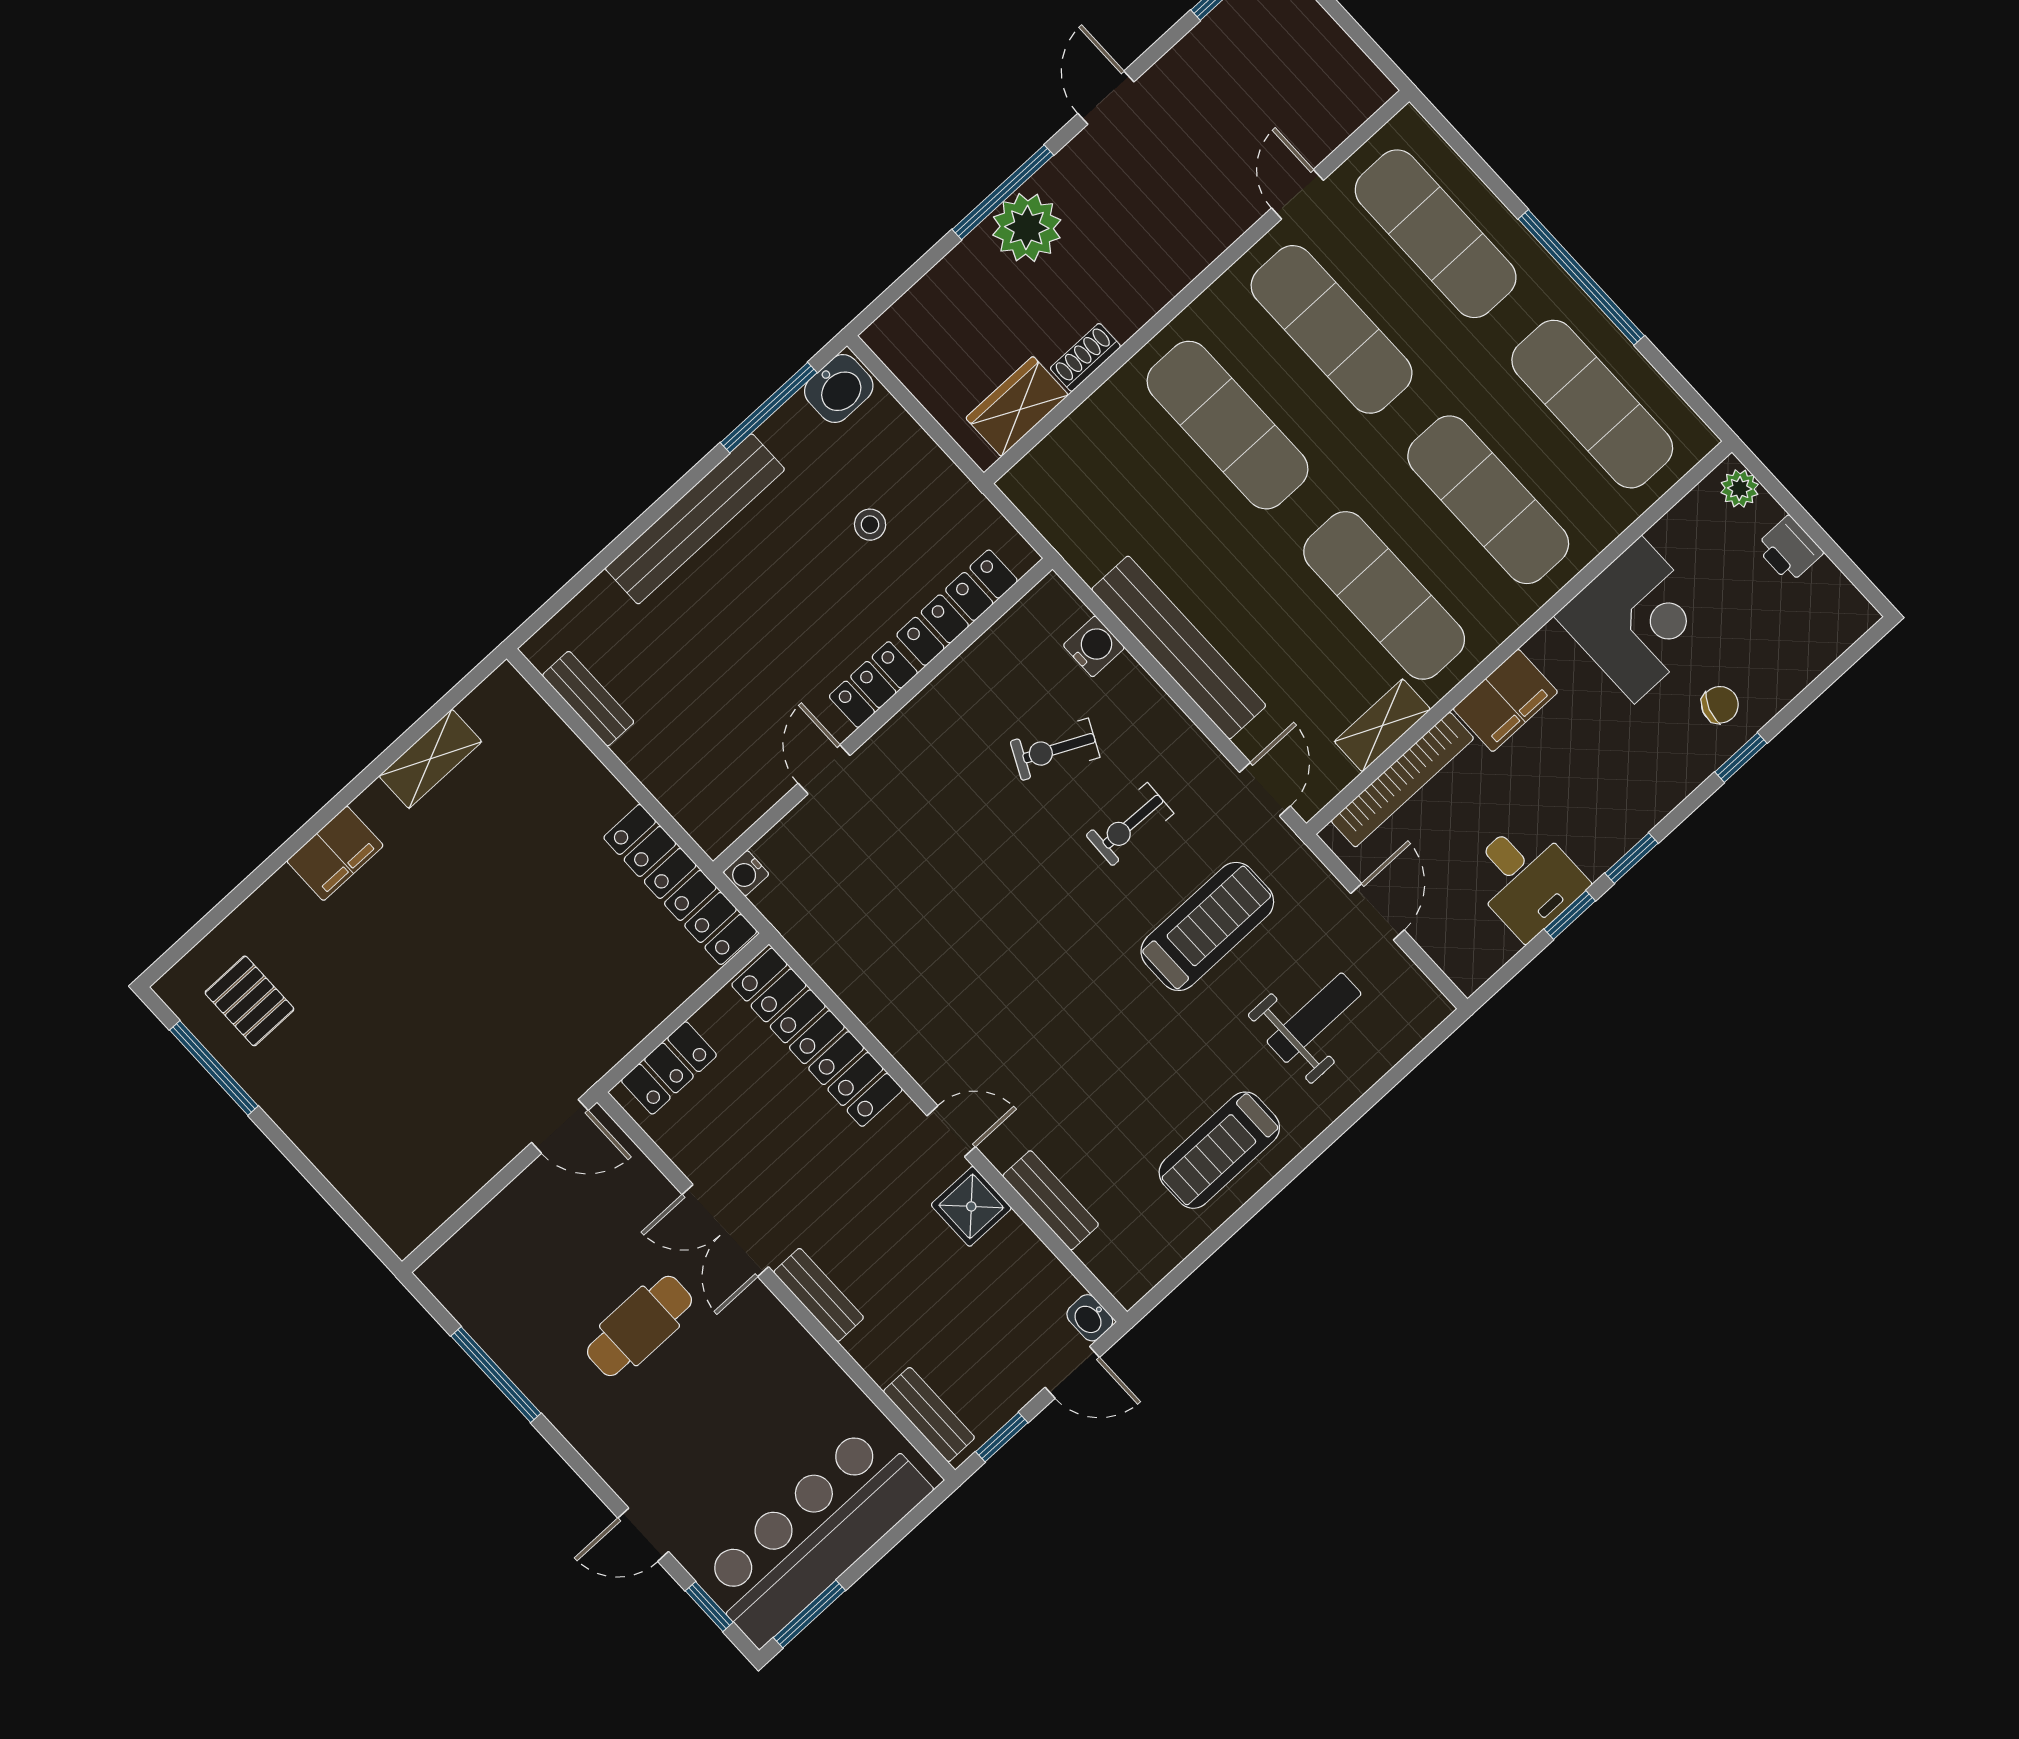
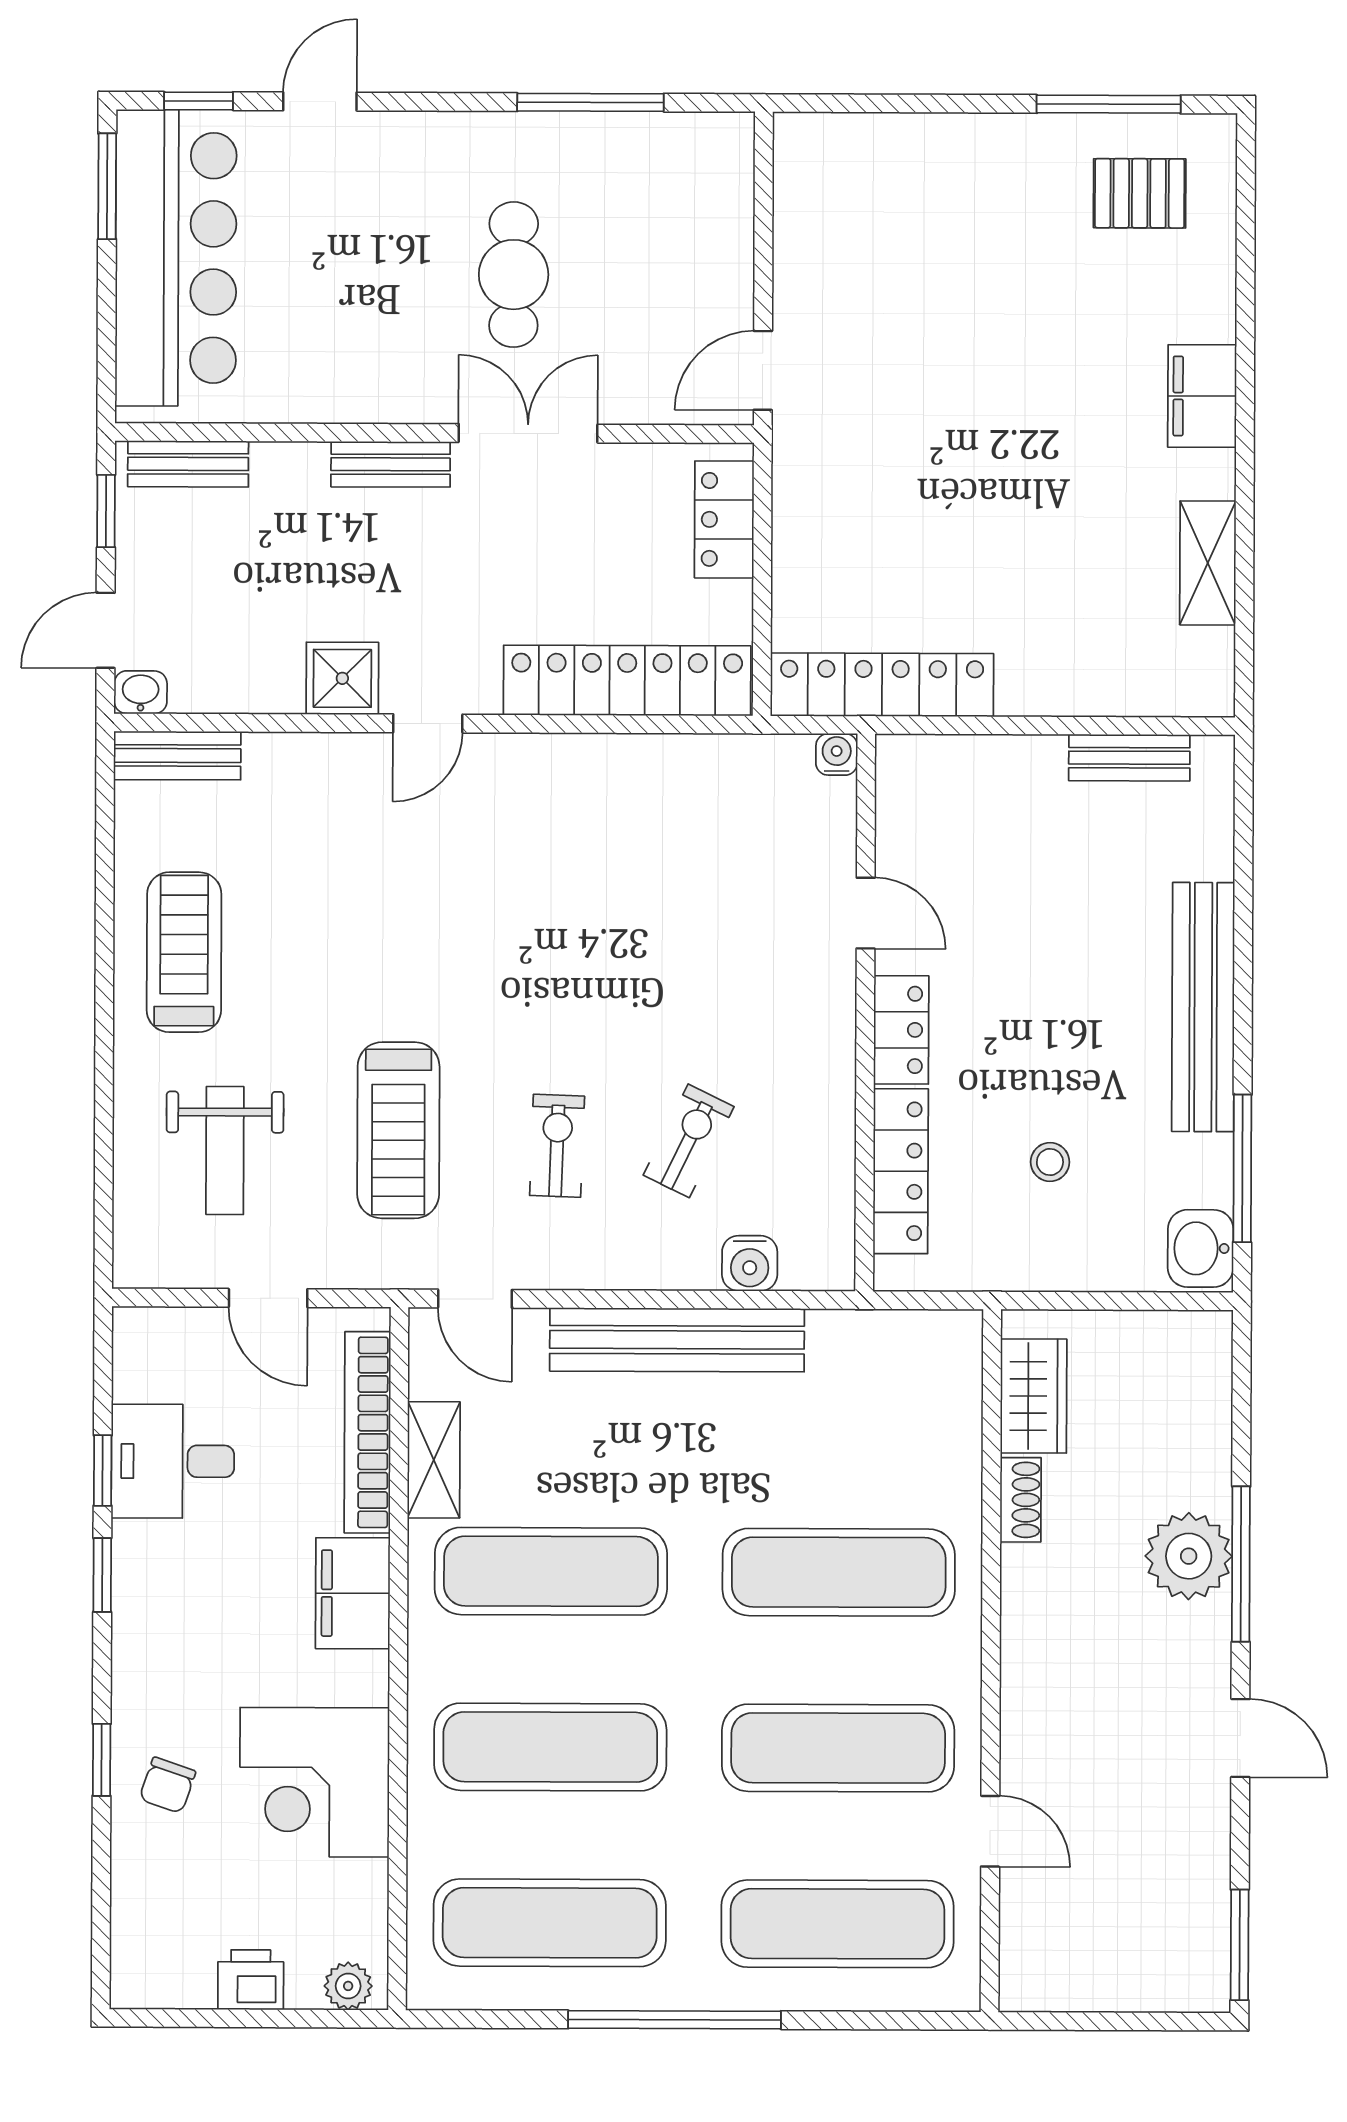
bench: (1051, 1200) -> (177, 756), moved

